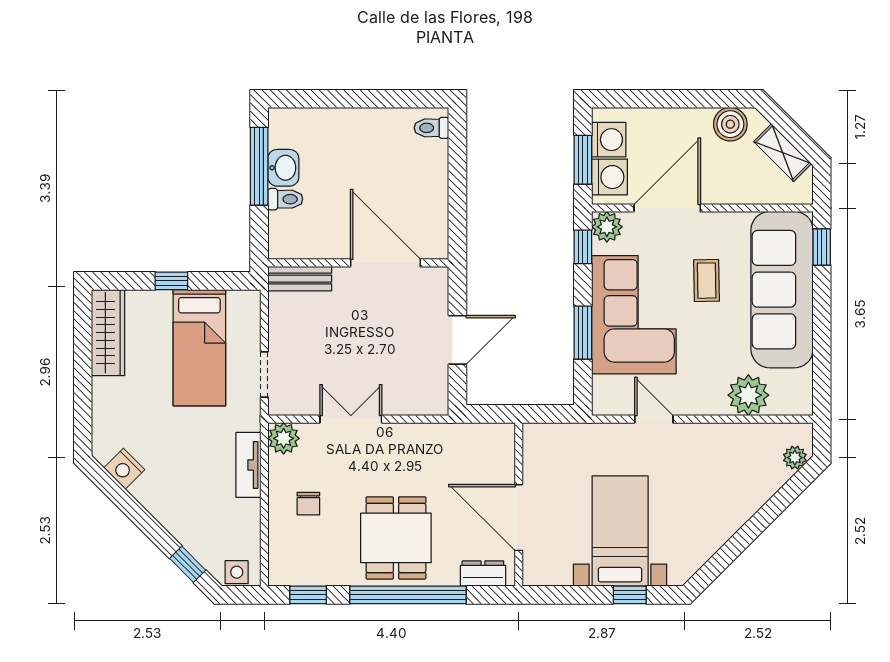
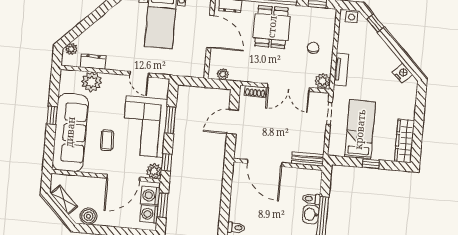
window: (822, 247) -> (52, 115), moved
shoe rack: (417, 405) -> (255, 91), added
double door: (351, 419) -> (289, 88), width x1.37
plant: (486, 434) -> (223, 74), added
dresser: (749, 436) -> (93, 61), added

